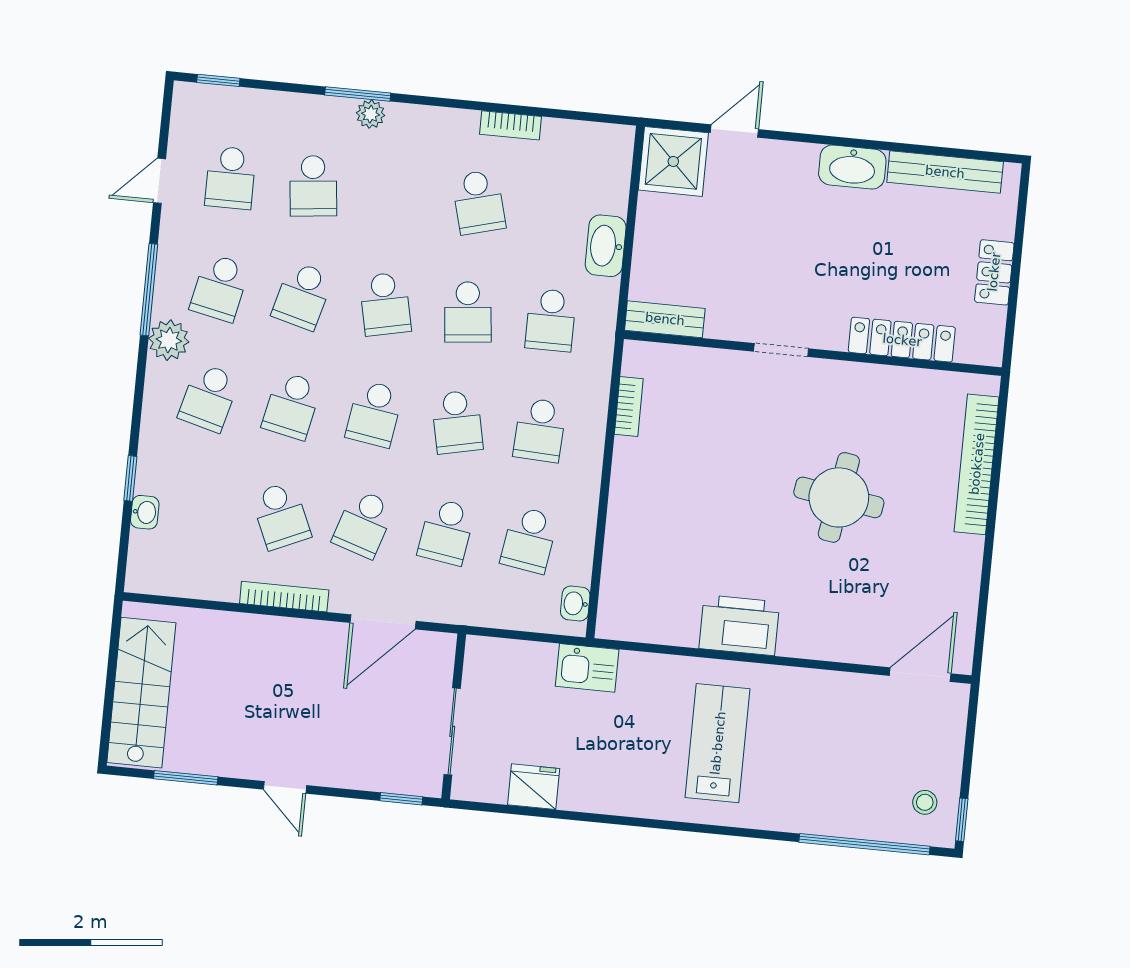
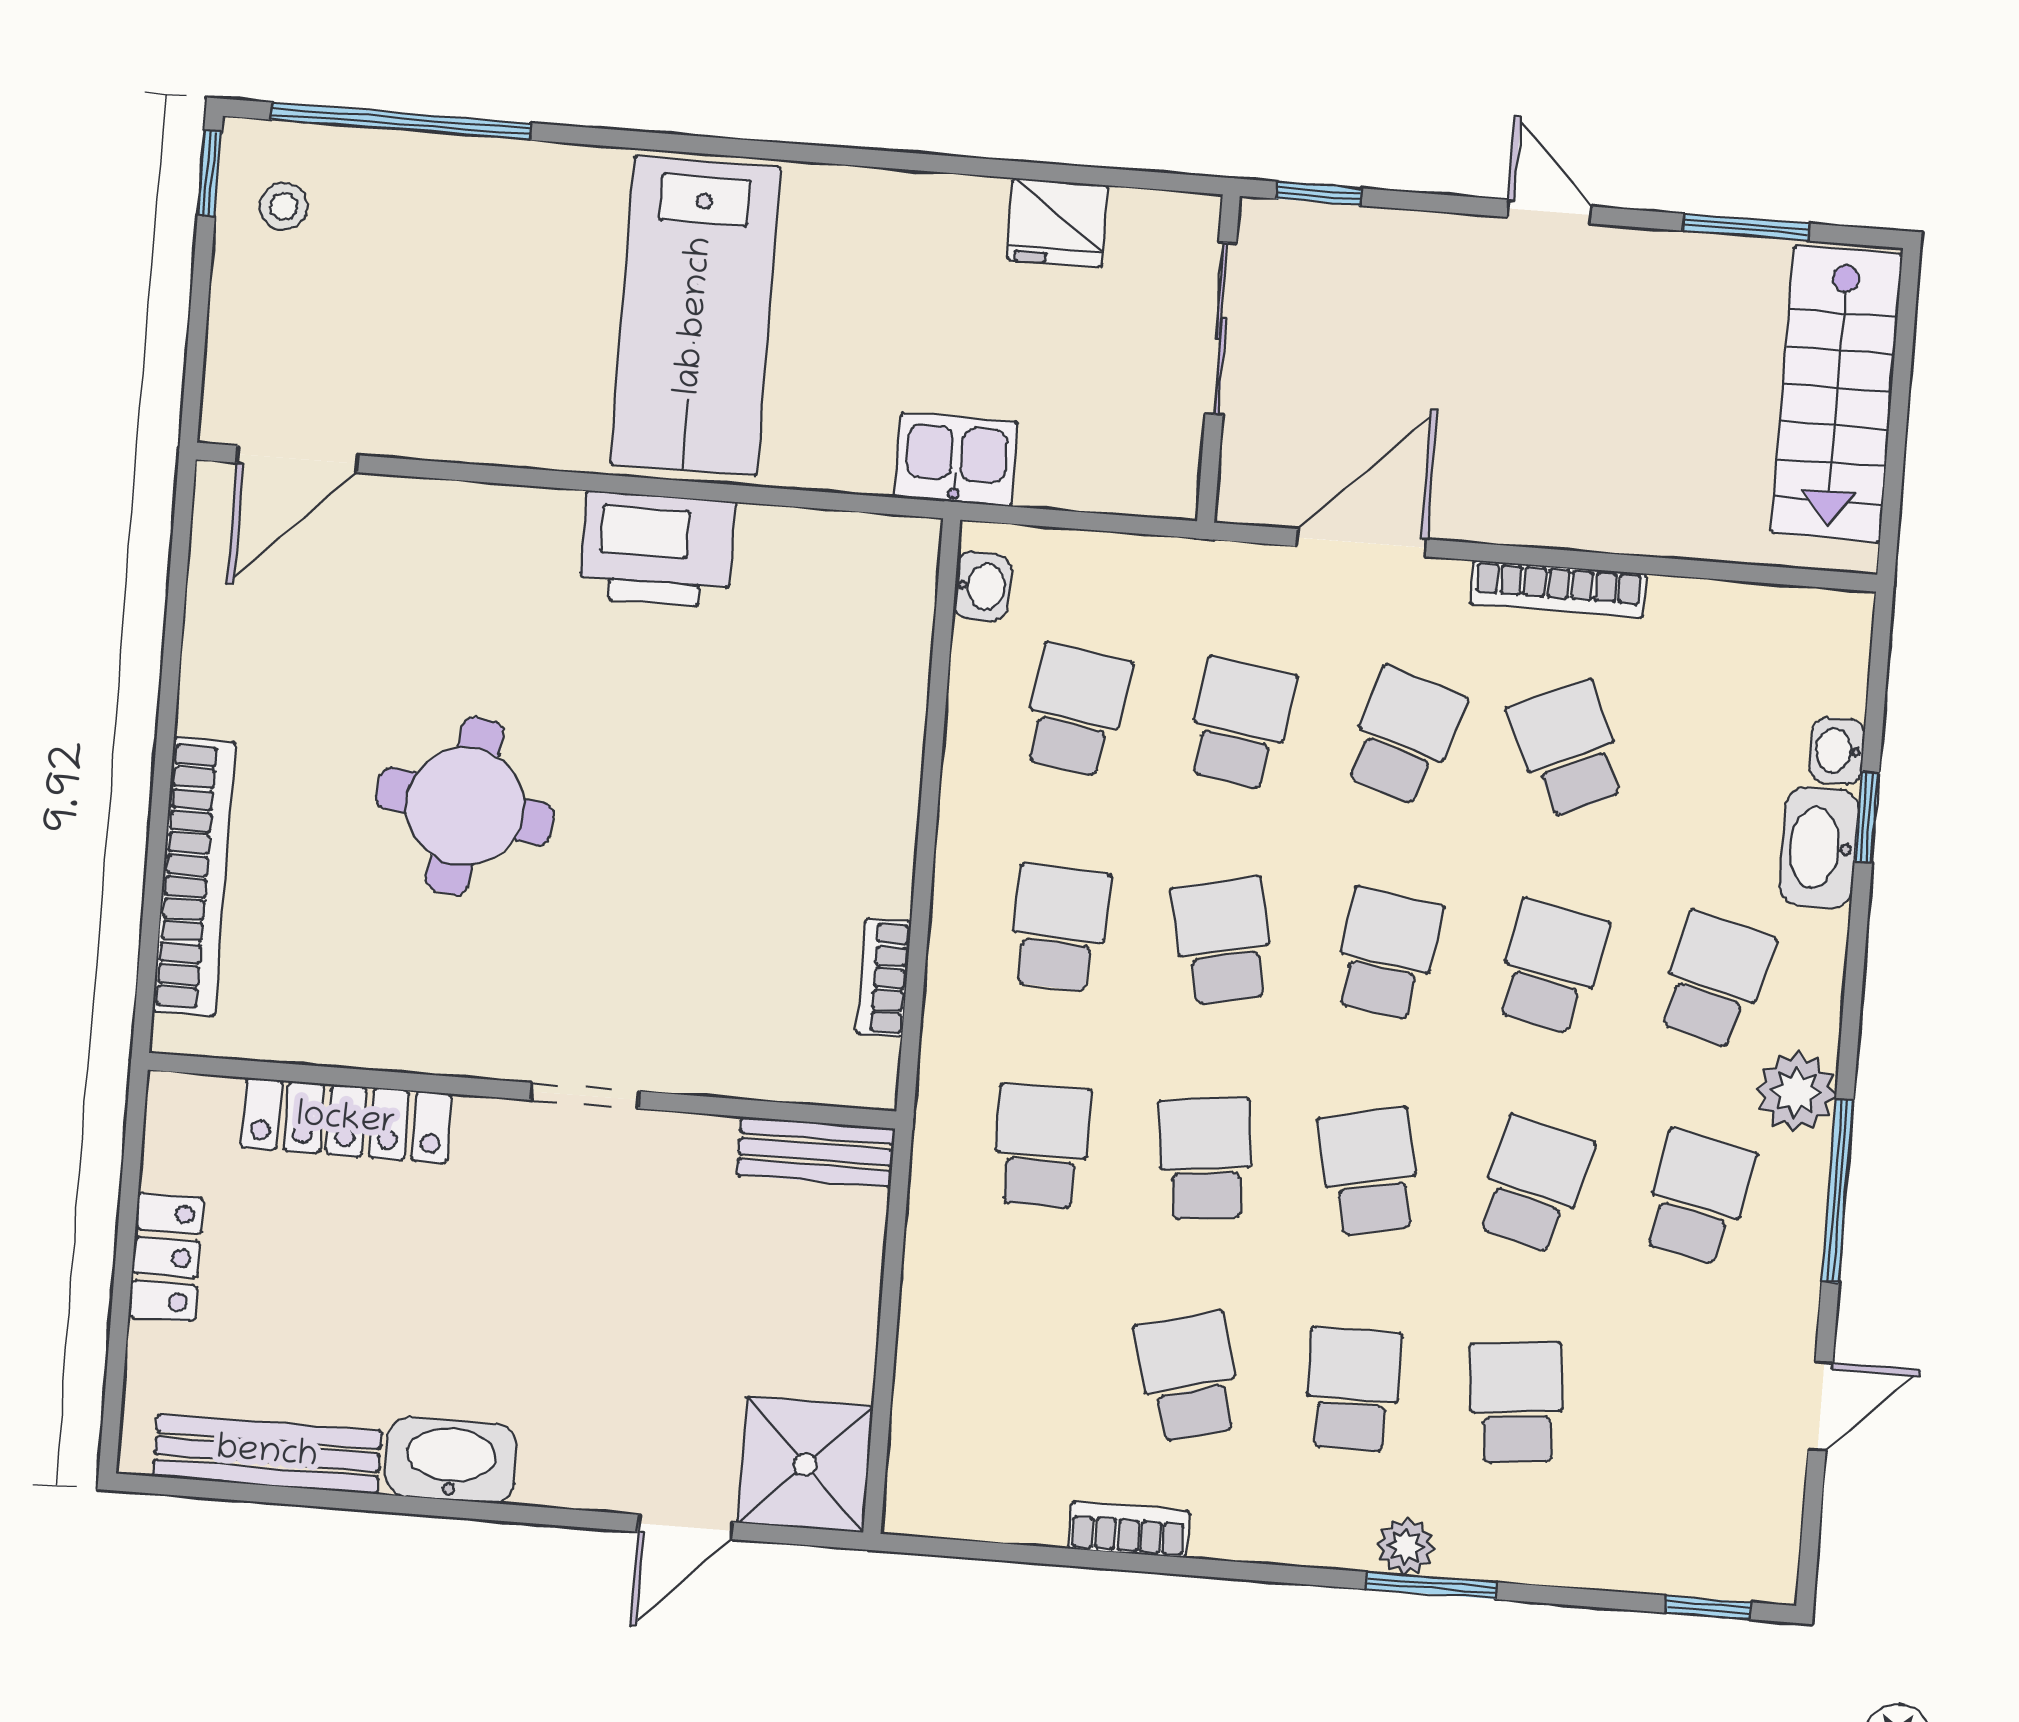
school desk: (230, 178) -> (1352, 1389), moved
washbasin: (606, 246) -> (1819, 848), moved, turned 180
lab bench: (718, 743) -> (696, 316), width x1.36, depth x1.39

